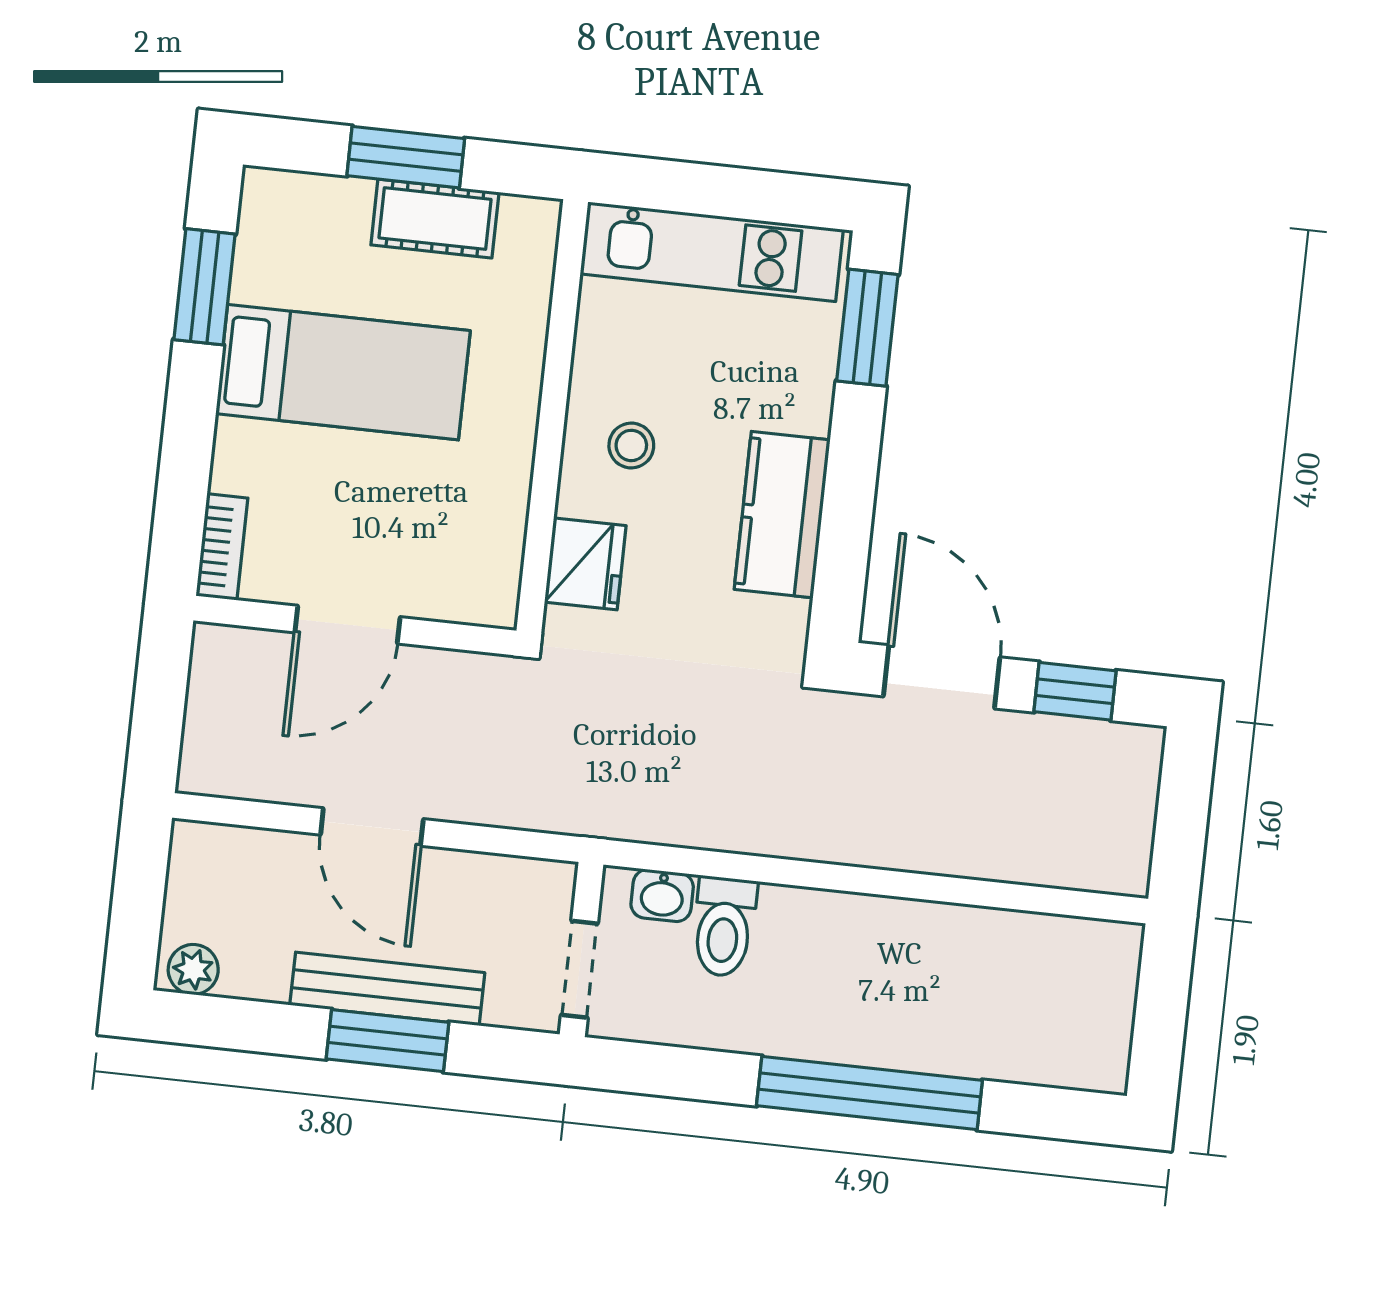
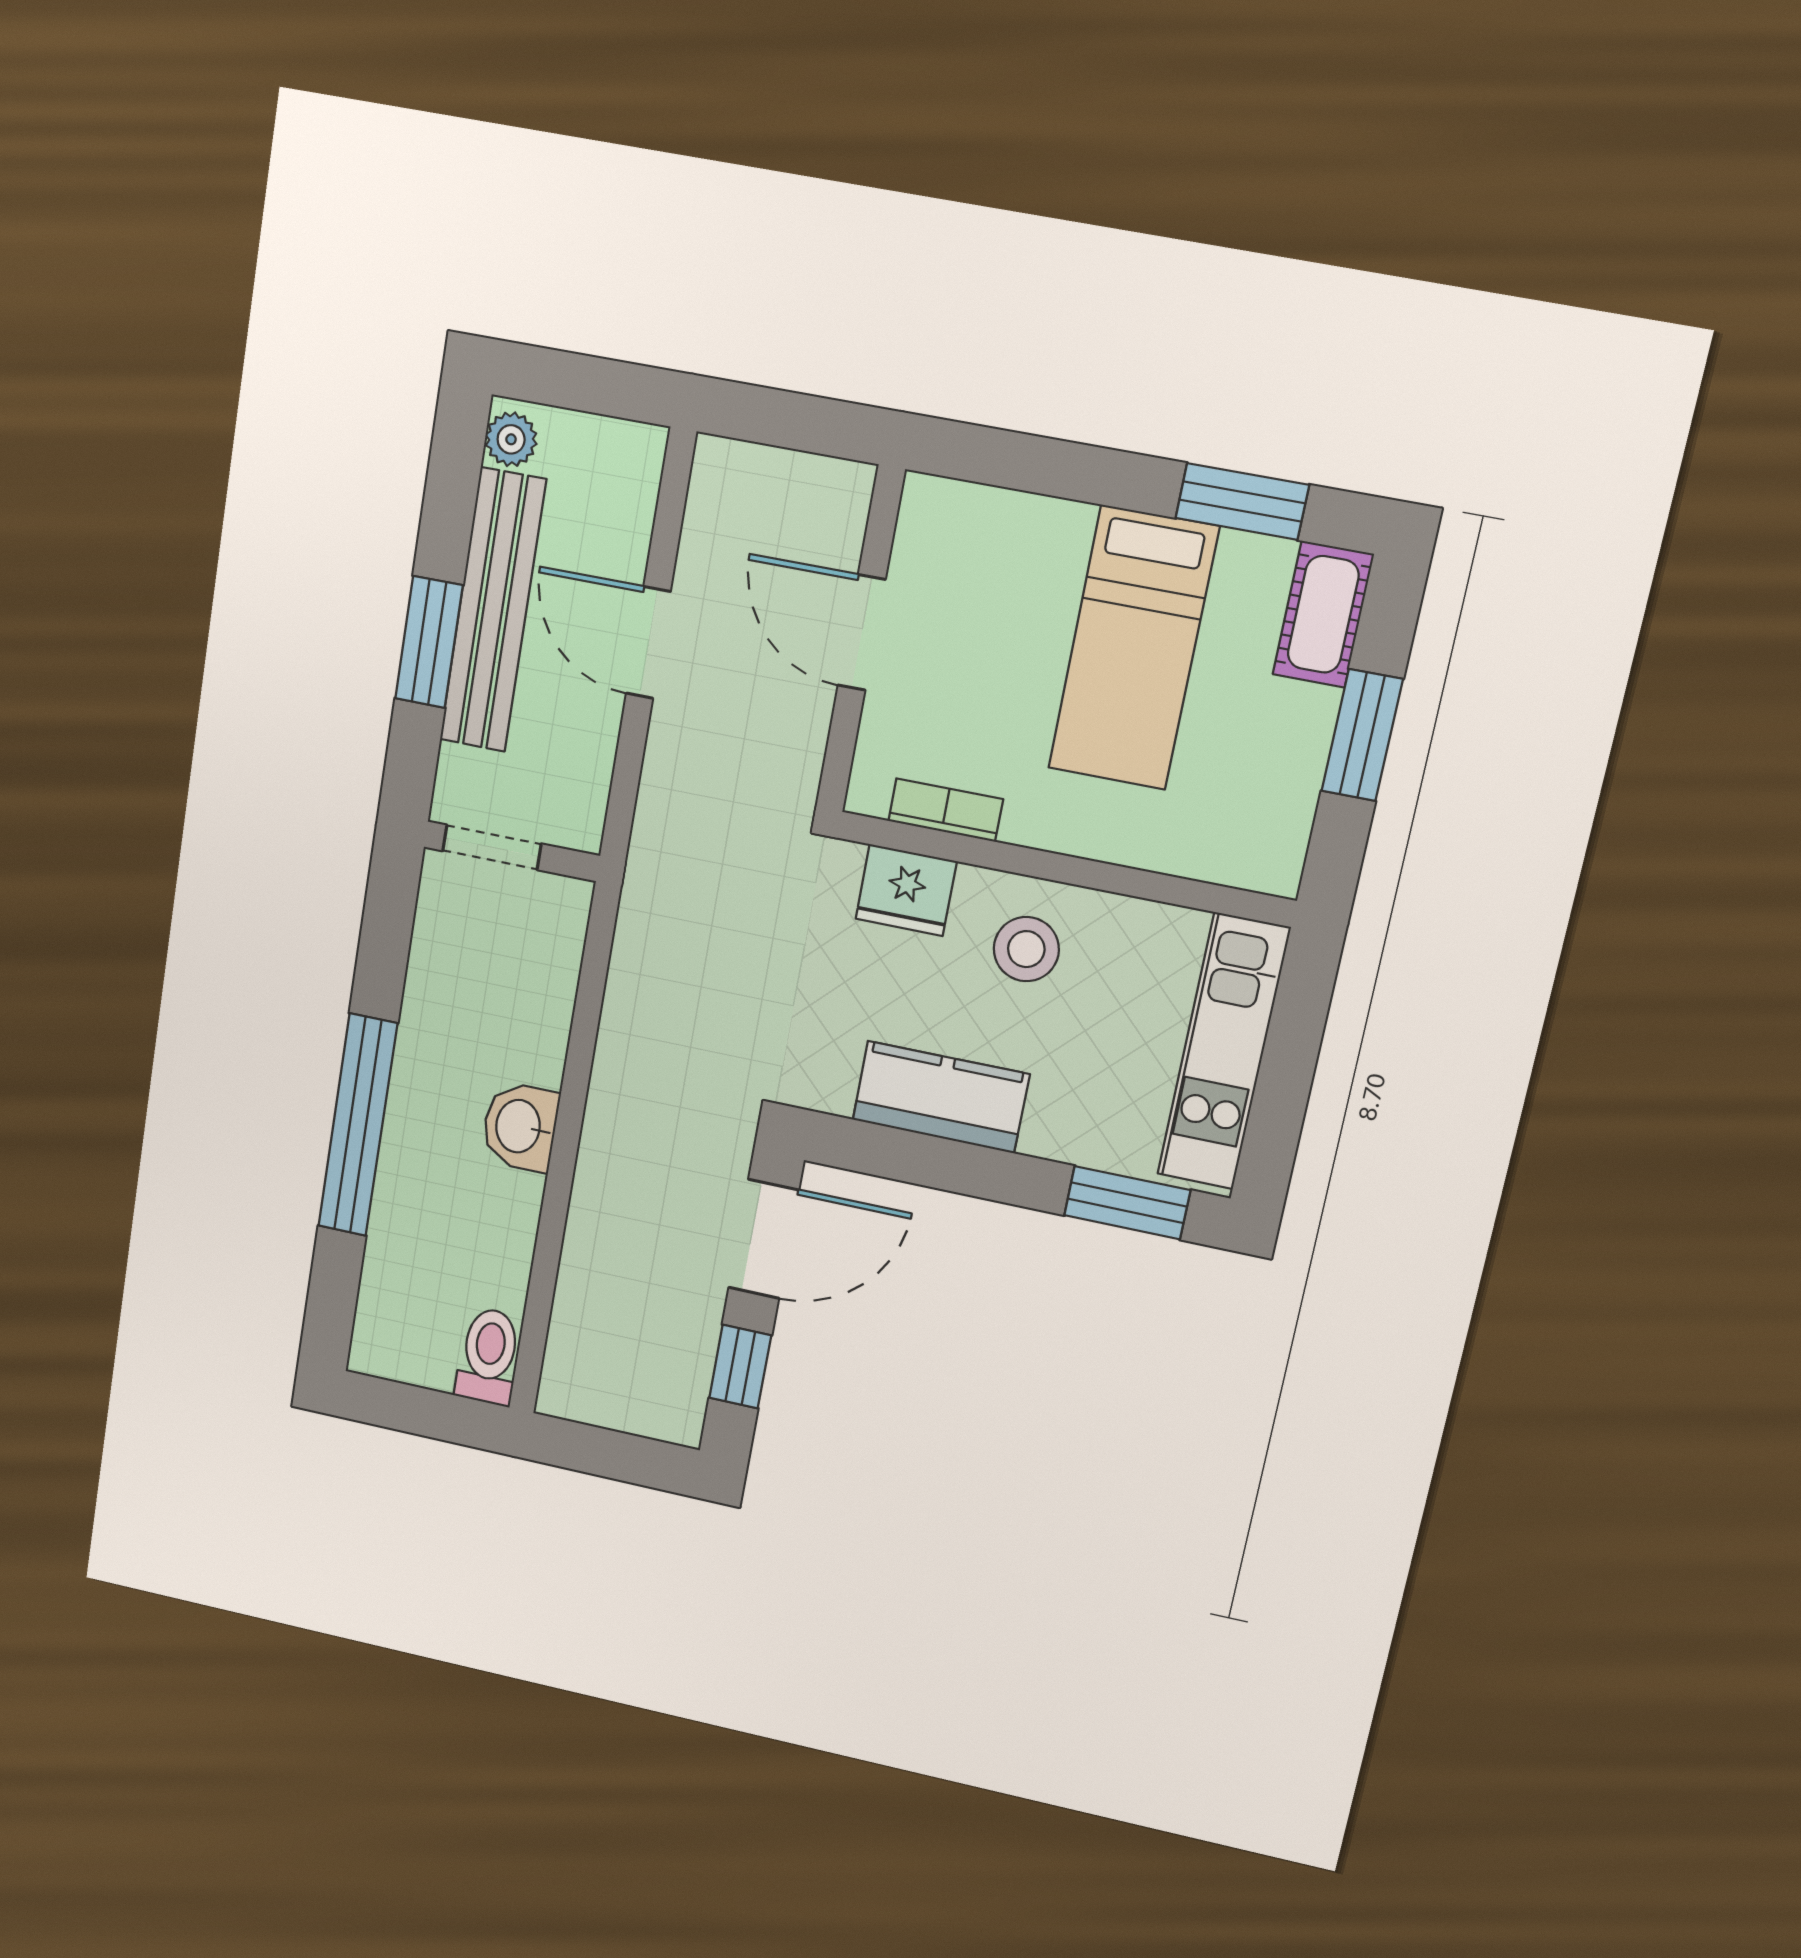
cot: (435, 219) -> (1323, 614), moved
stool: (631, 445) -> (1026, 949), width x1.37, depth x1.37
bookcase: (222, 547) -> (946, 810), moved, turned 180
door: (372, 827) -> (648, 643), hinge flipped
washbasin: (662, 895) -> (520, 1127), moved, width x1.38, depth x1.45
toilet: (724, 927) -> (489, 1356), moved, turned 90
bench: (387, 989) -> (493, 611), width x1.37, depth x1.21

